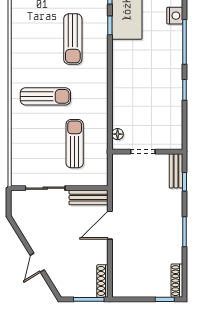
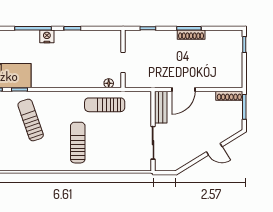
nightstand: (175, 16) -> (47, 36), moved
sun lounger: (73, 39) -> (31, 120), turned -109
sun lounger: (75, 144) -> (105, 105), moved
bench: (176, 171) -> (139, 35), removed
door: (110, 225) -> (183, 90), hinge flipped
shoe rack: (177, 281) -> (191, 35), moved

